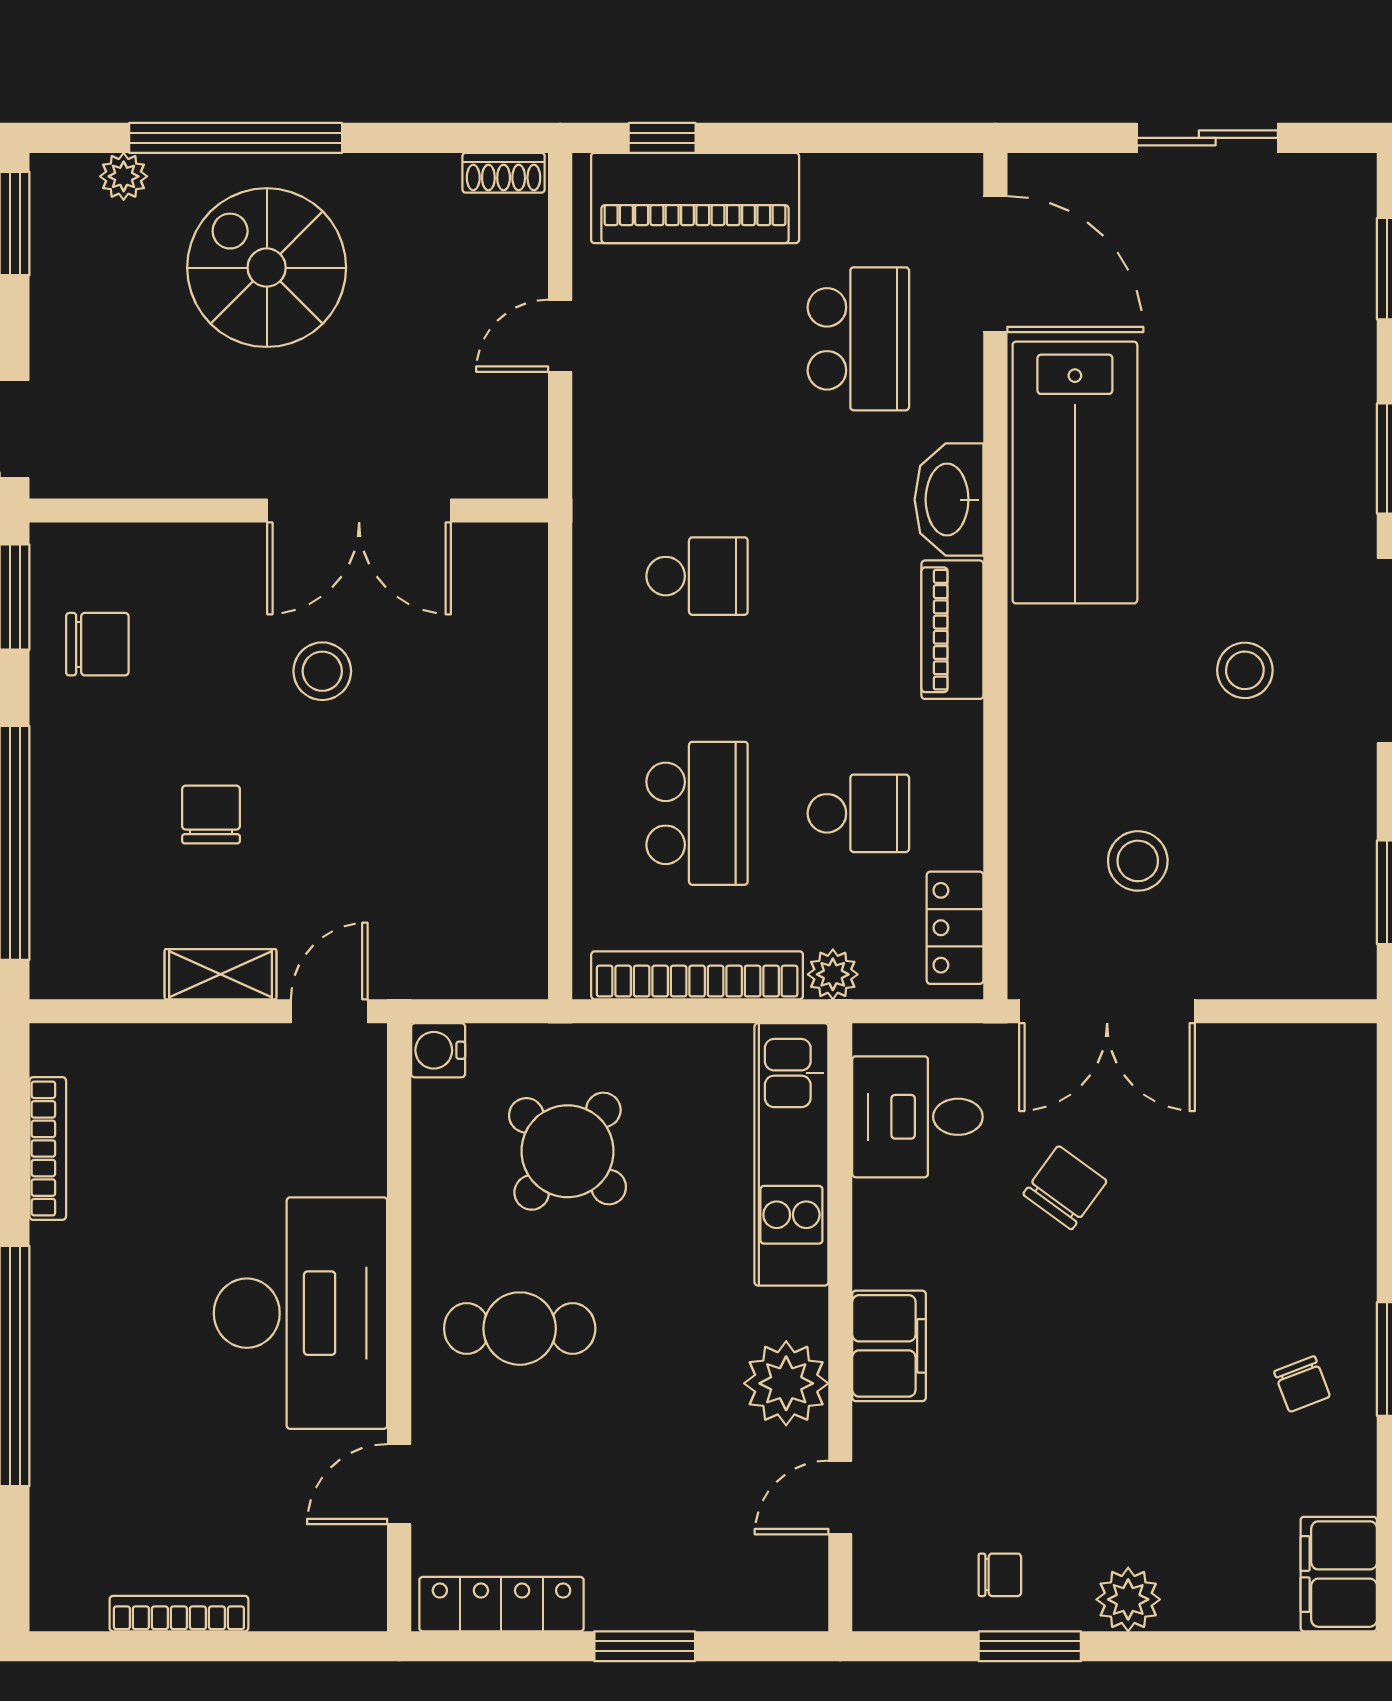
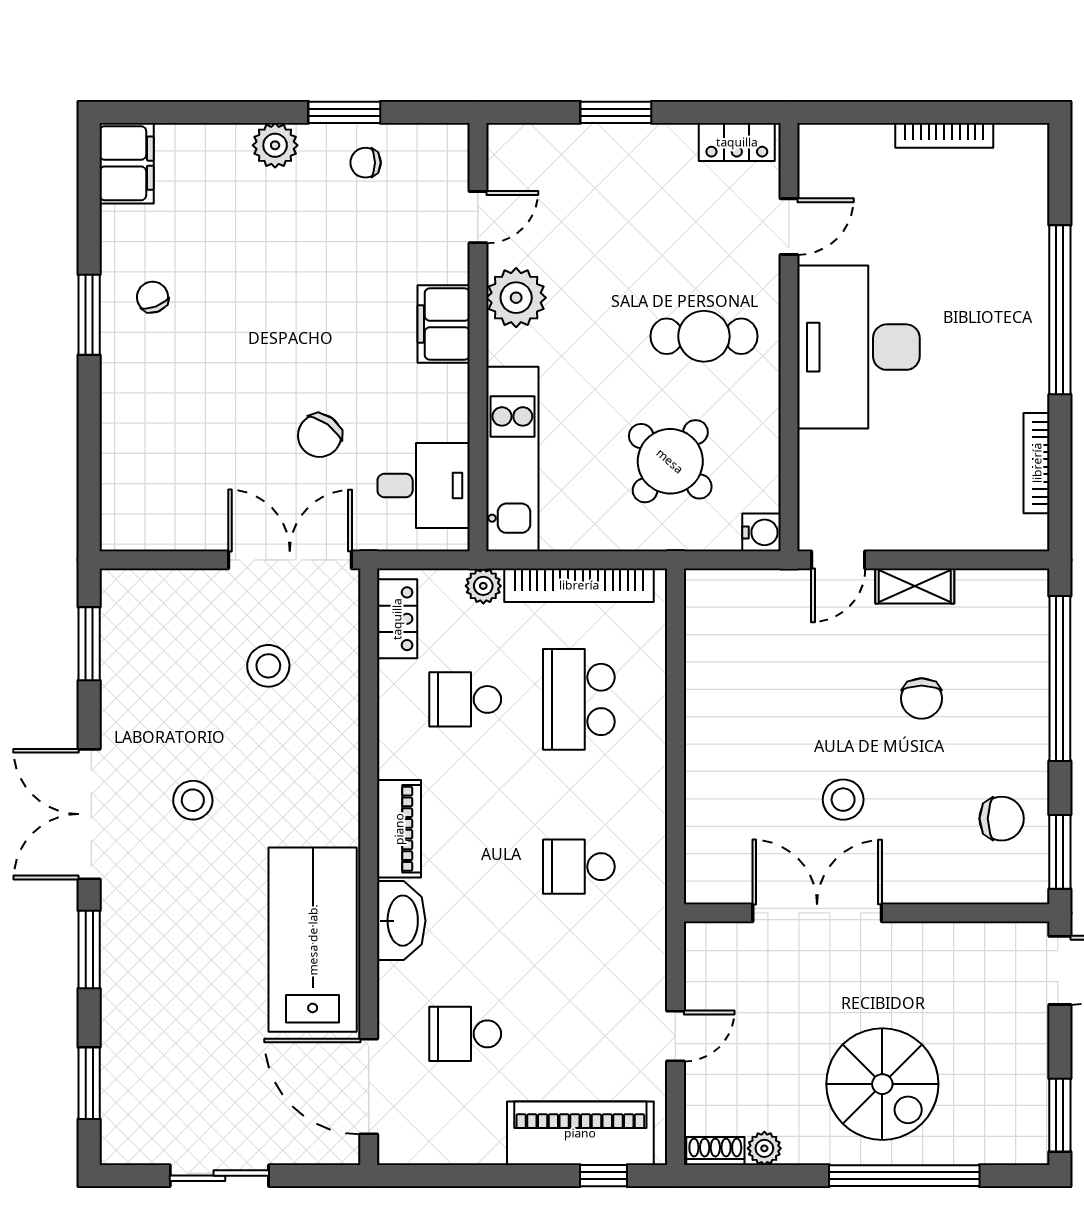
plant: (124, 176) -> (764, 1148), moved
school desk: (858, 339) -> (465, 1034), width x0.54
chair: (97, 644) -> (1002, 819), turned 180
locker: (501, 1604) -> (737, 142), width x0.66

